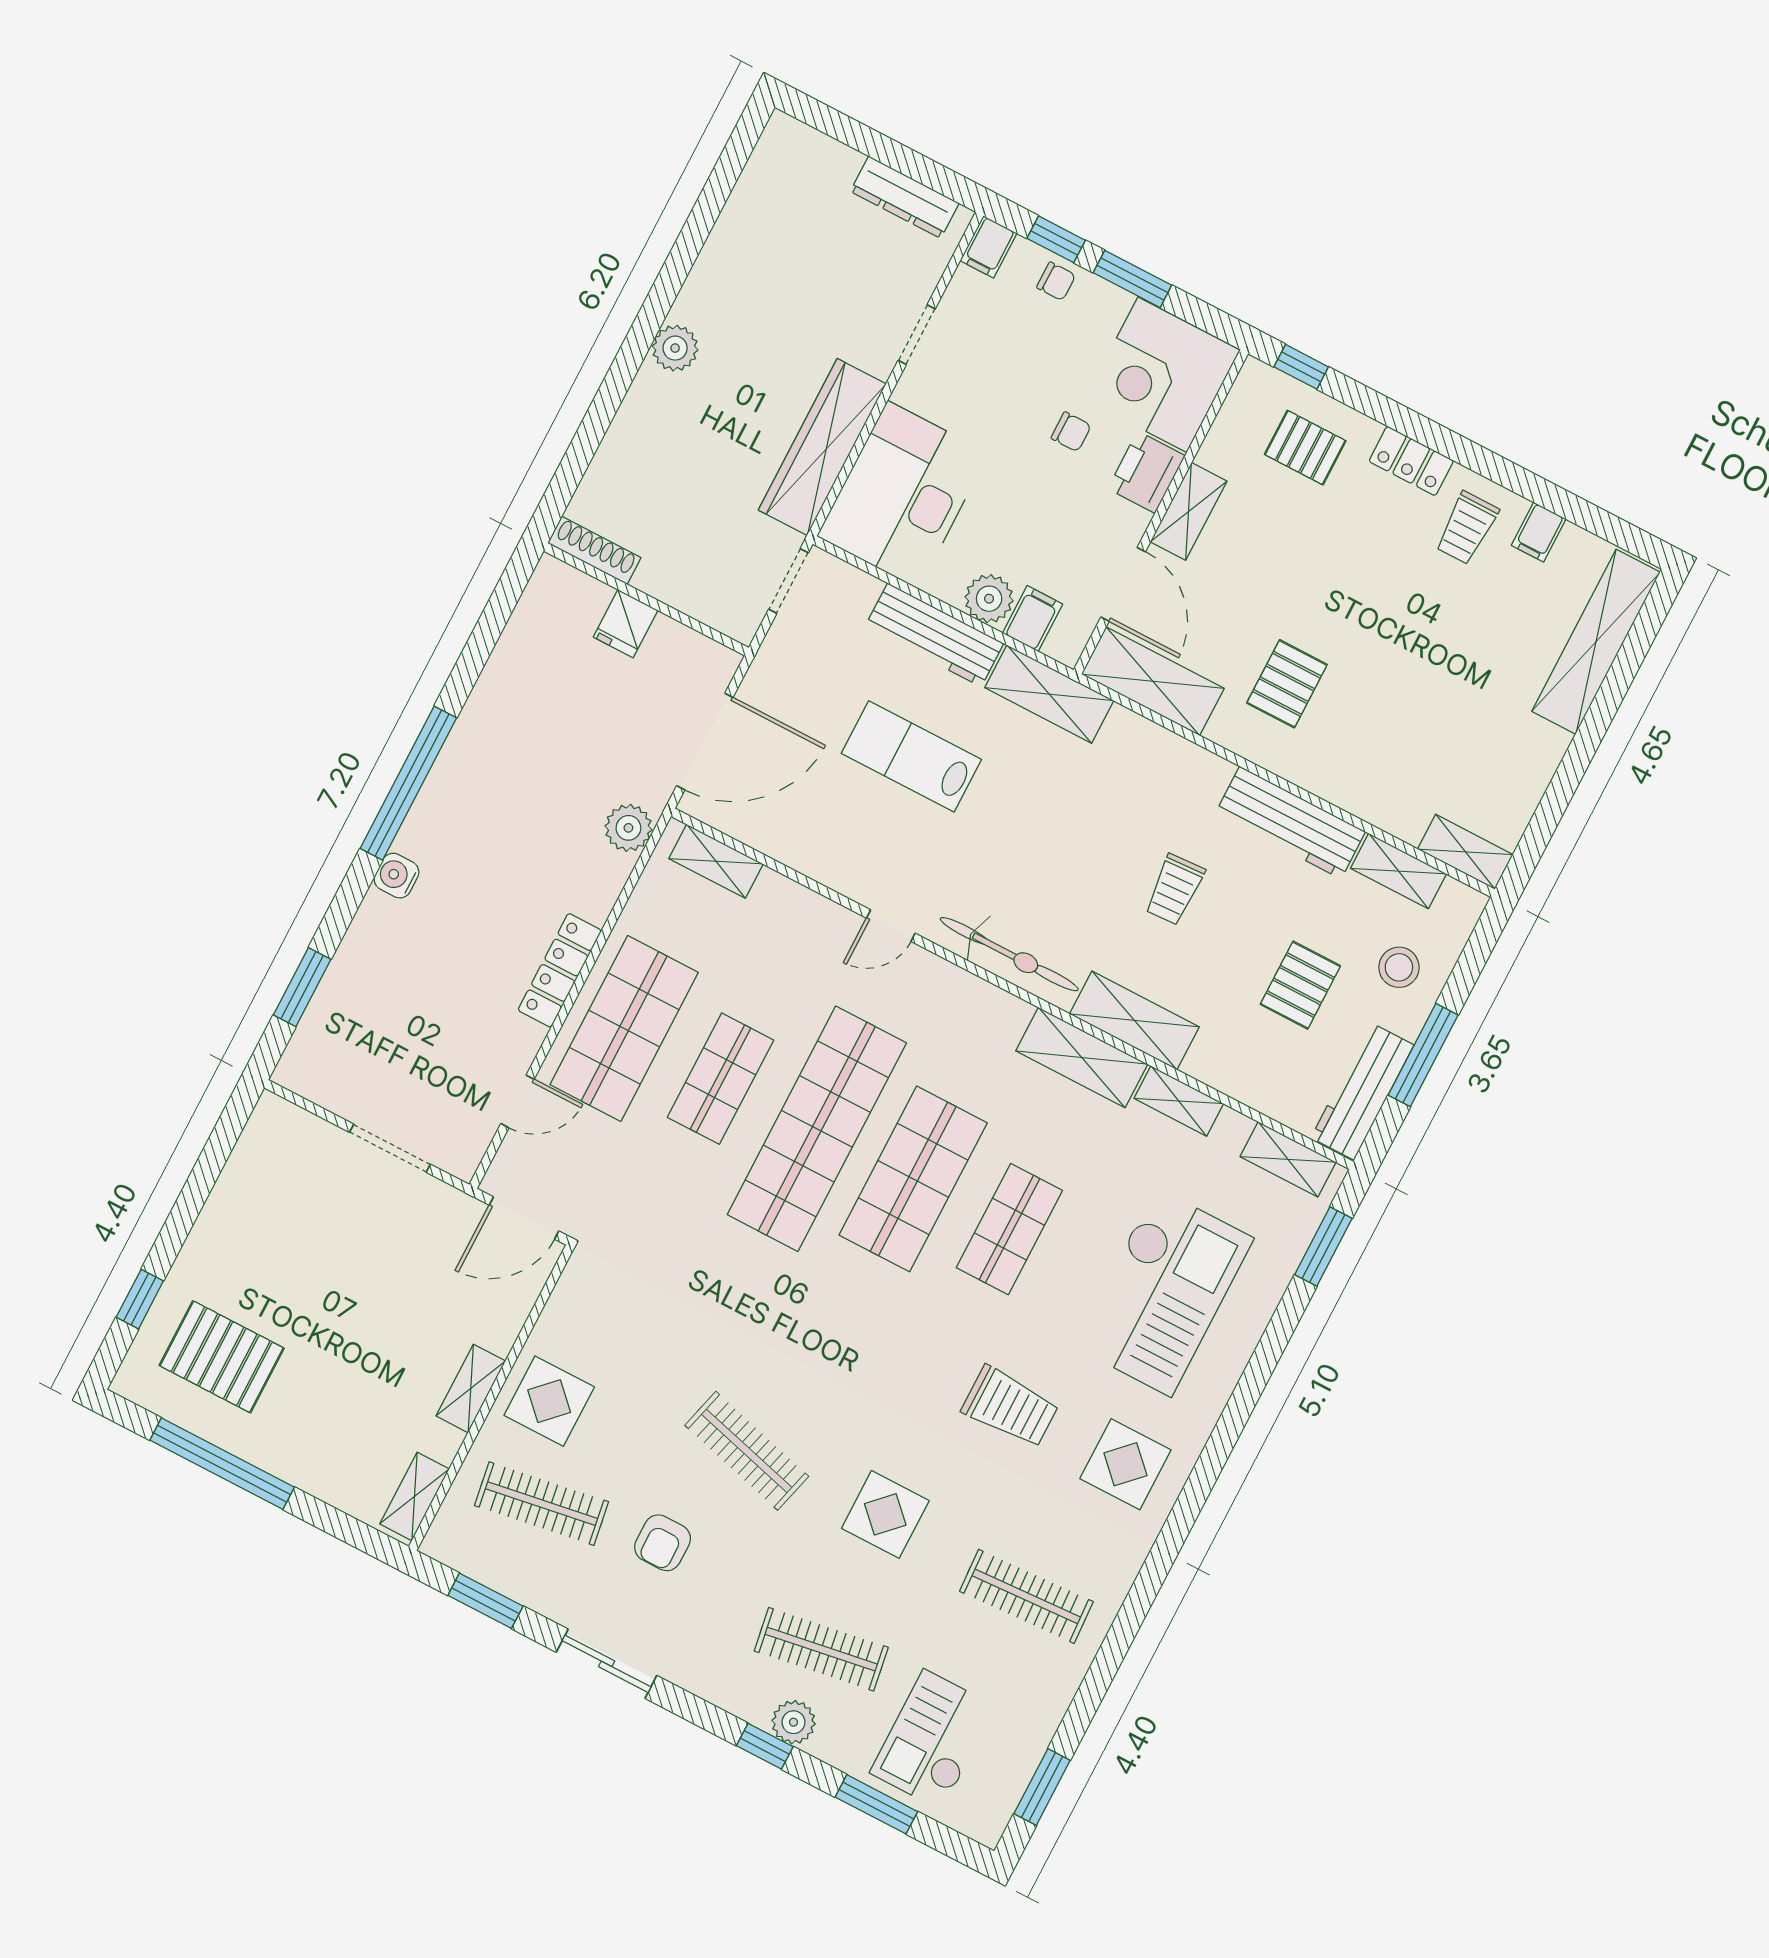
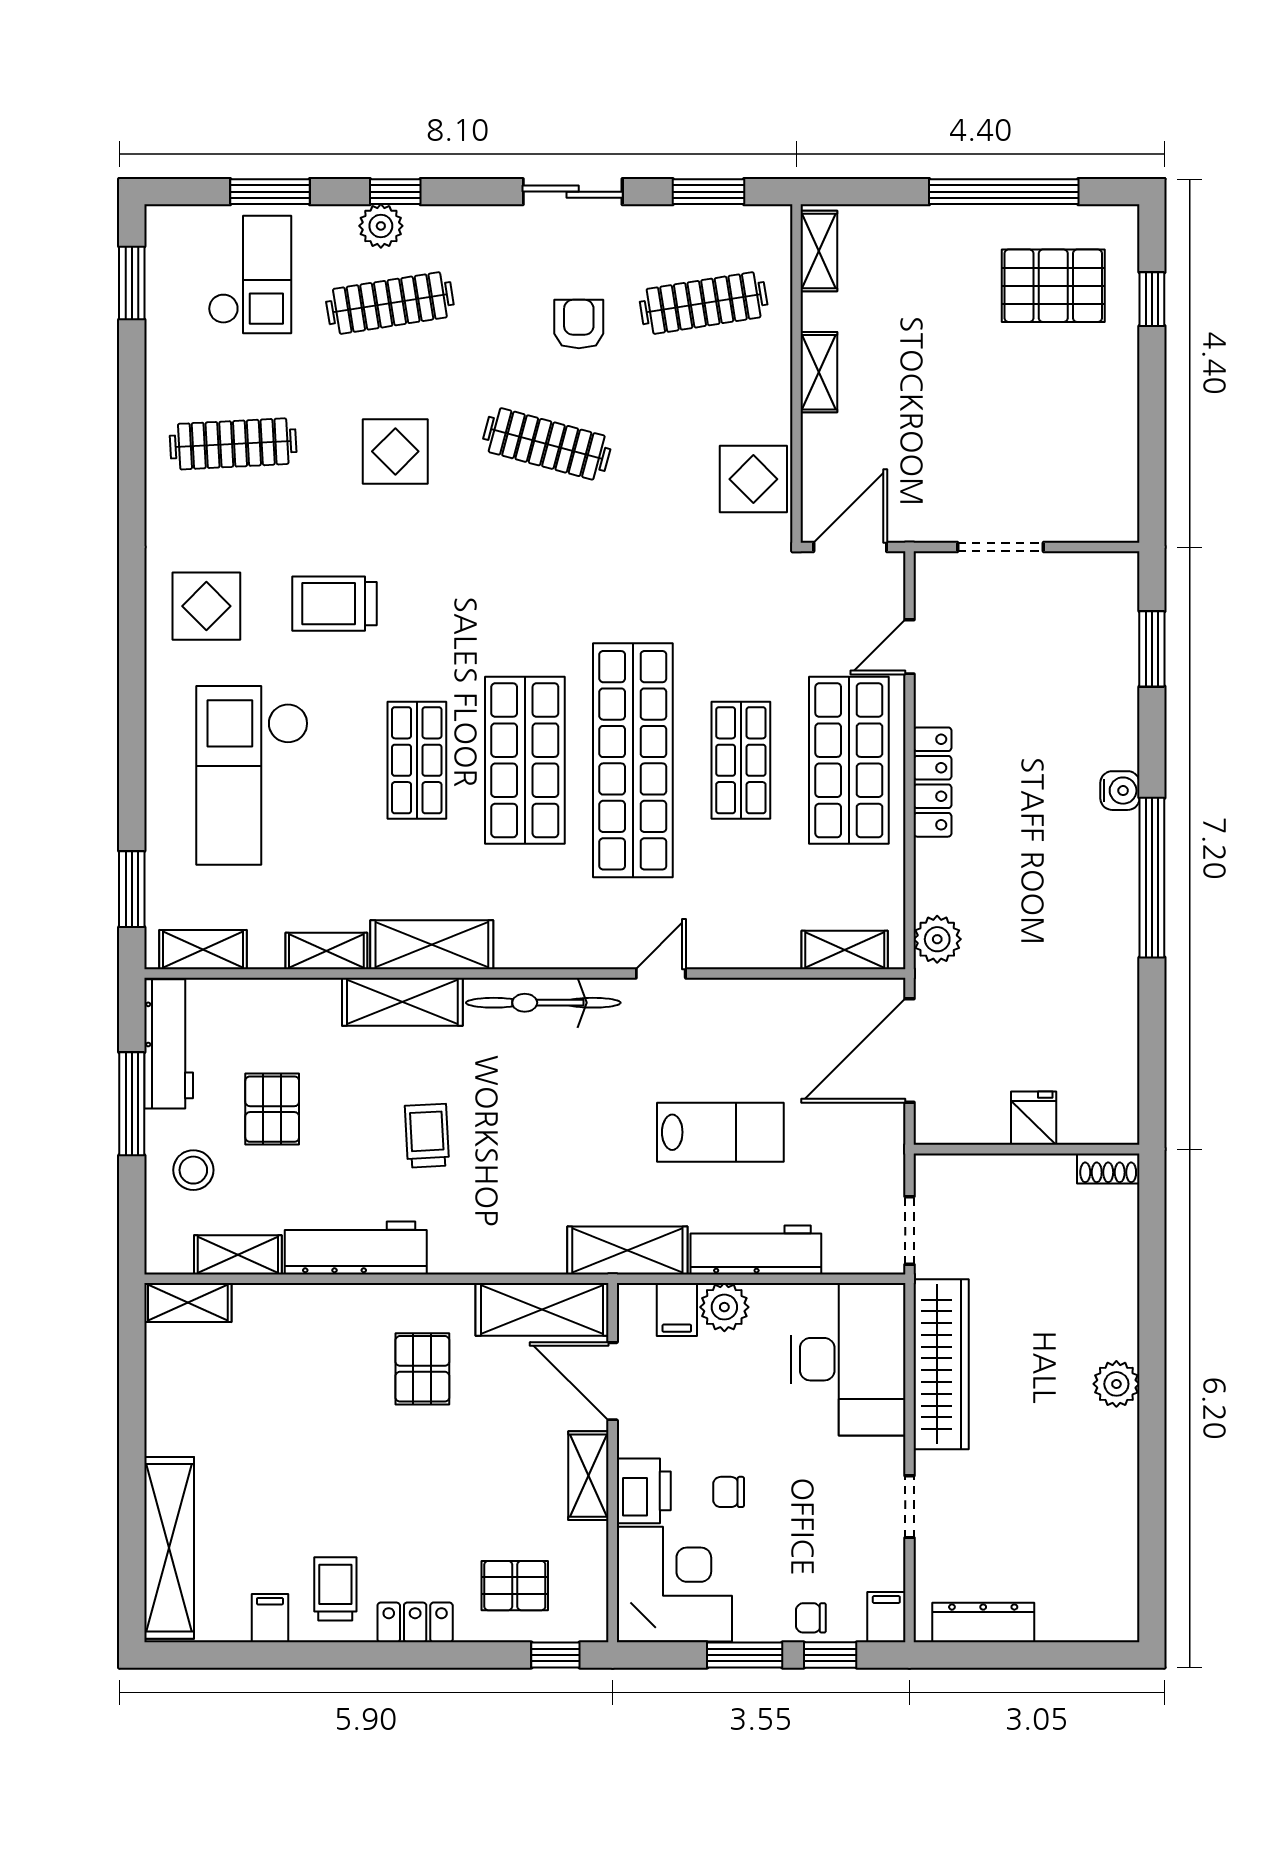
shoe rack: (594, 550) -> (1108, 1168), width x0.70
display table: (549, 1401) -> (753, 479), moved

